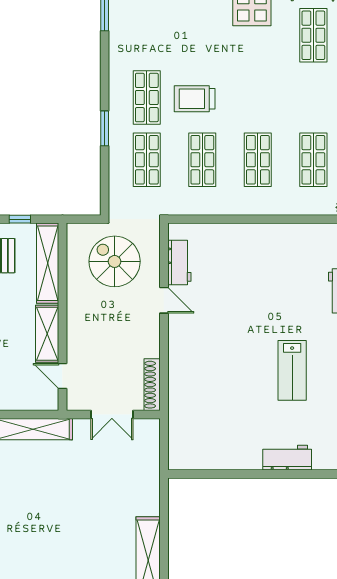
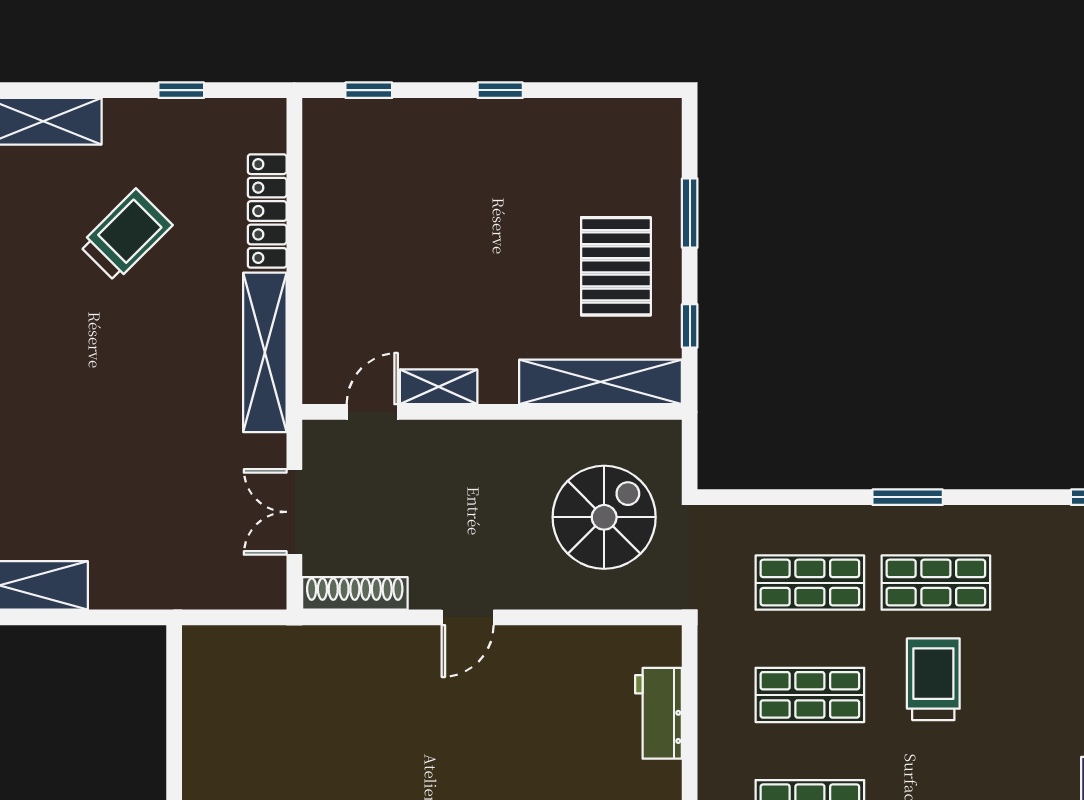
window: (105, 128) -> (908, 497), moved
workbench: (179, 263) -> (659, 713), moved, turned 90
door: (164, 300) -> (468, 617), moved
shelving: (47, 334) -> (439, 387), width x0.67, depth x0.75

